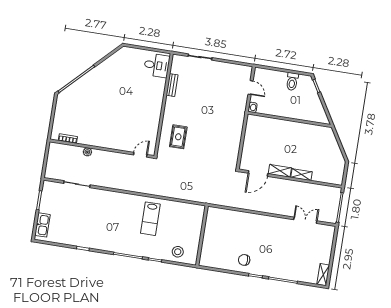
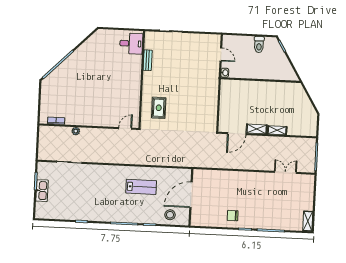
lab bench: (150, 219) -> (141, 187), turned -90
kitchen sink: (42, 225) -> (42, 191), moved
door: (202, 233) -> (191, 195), added

